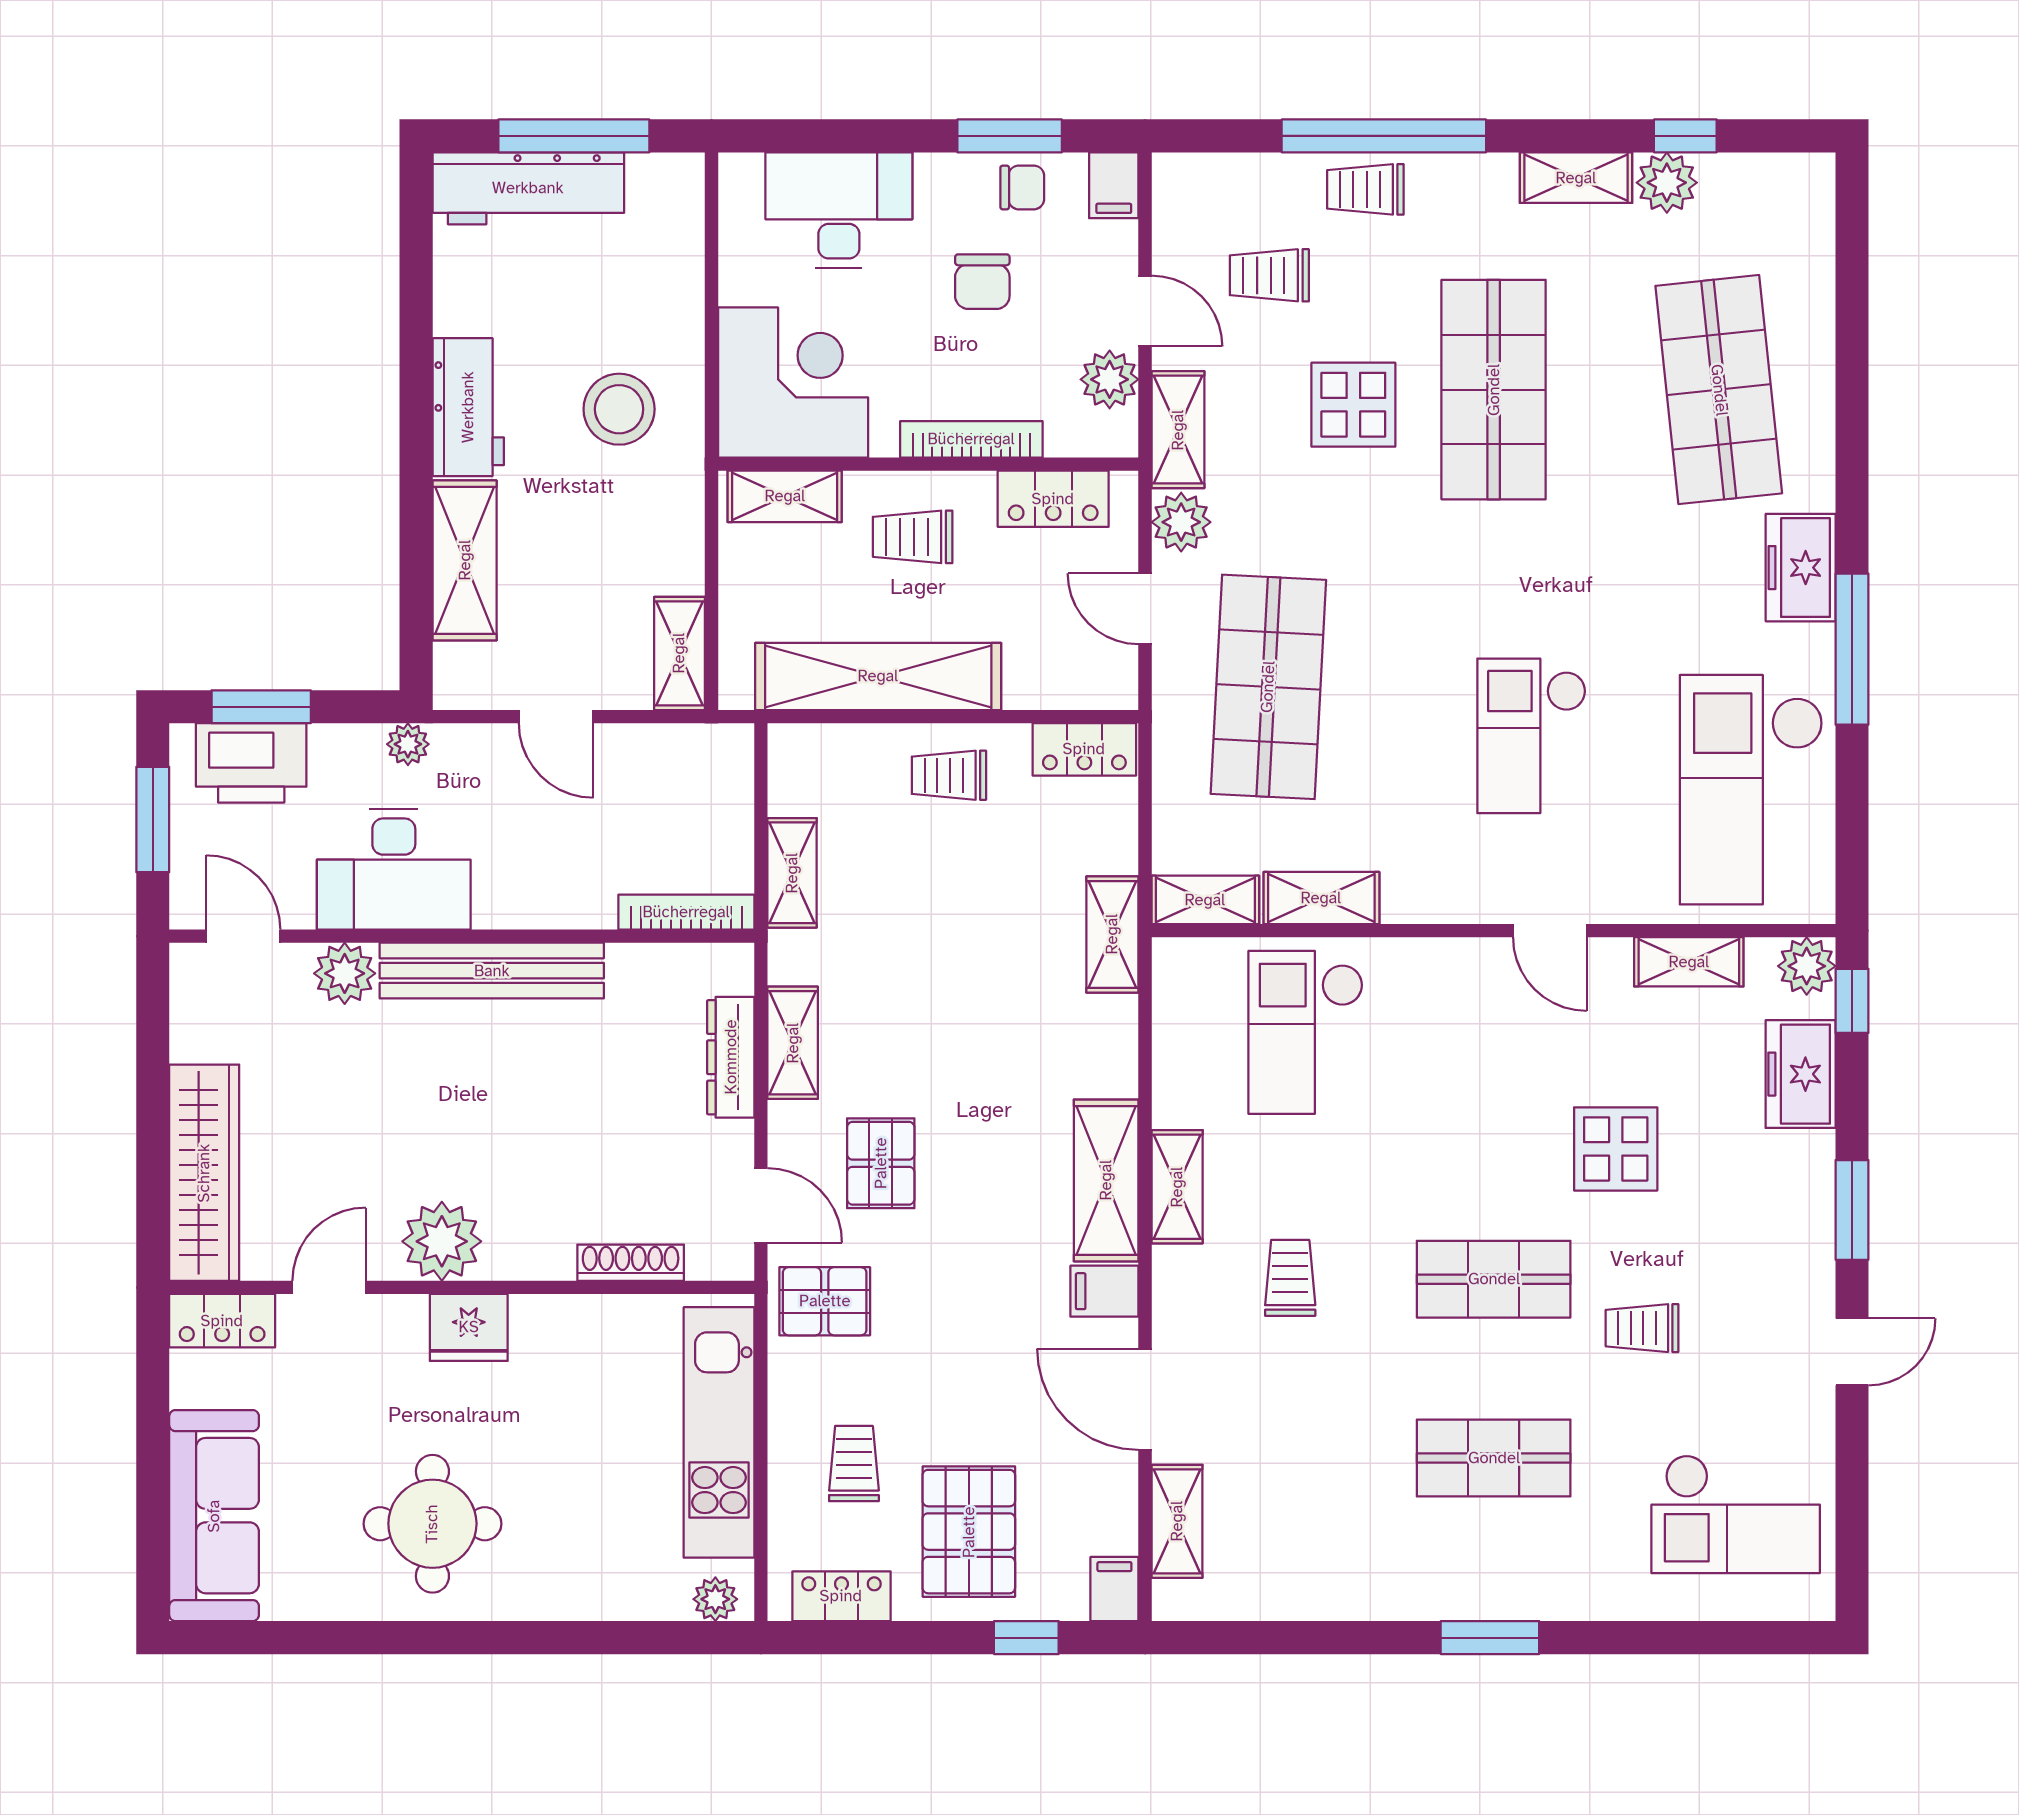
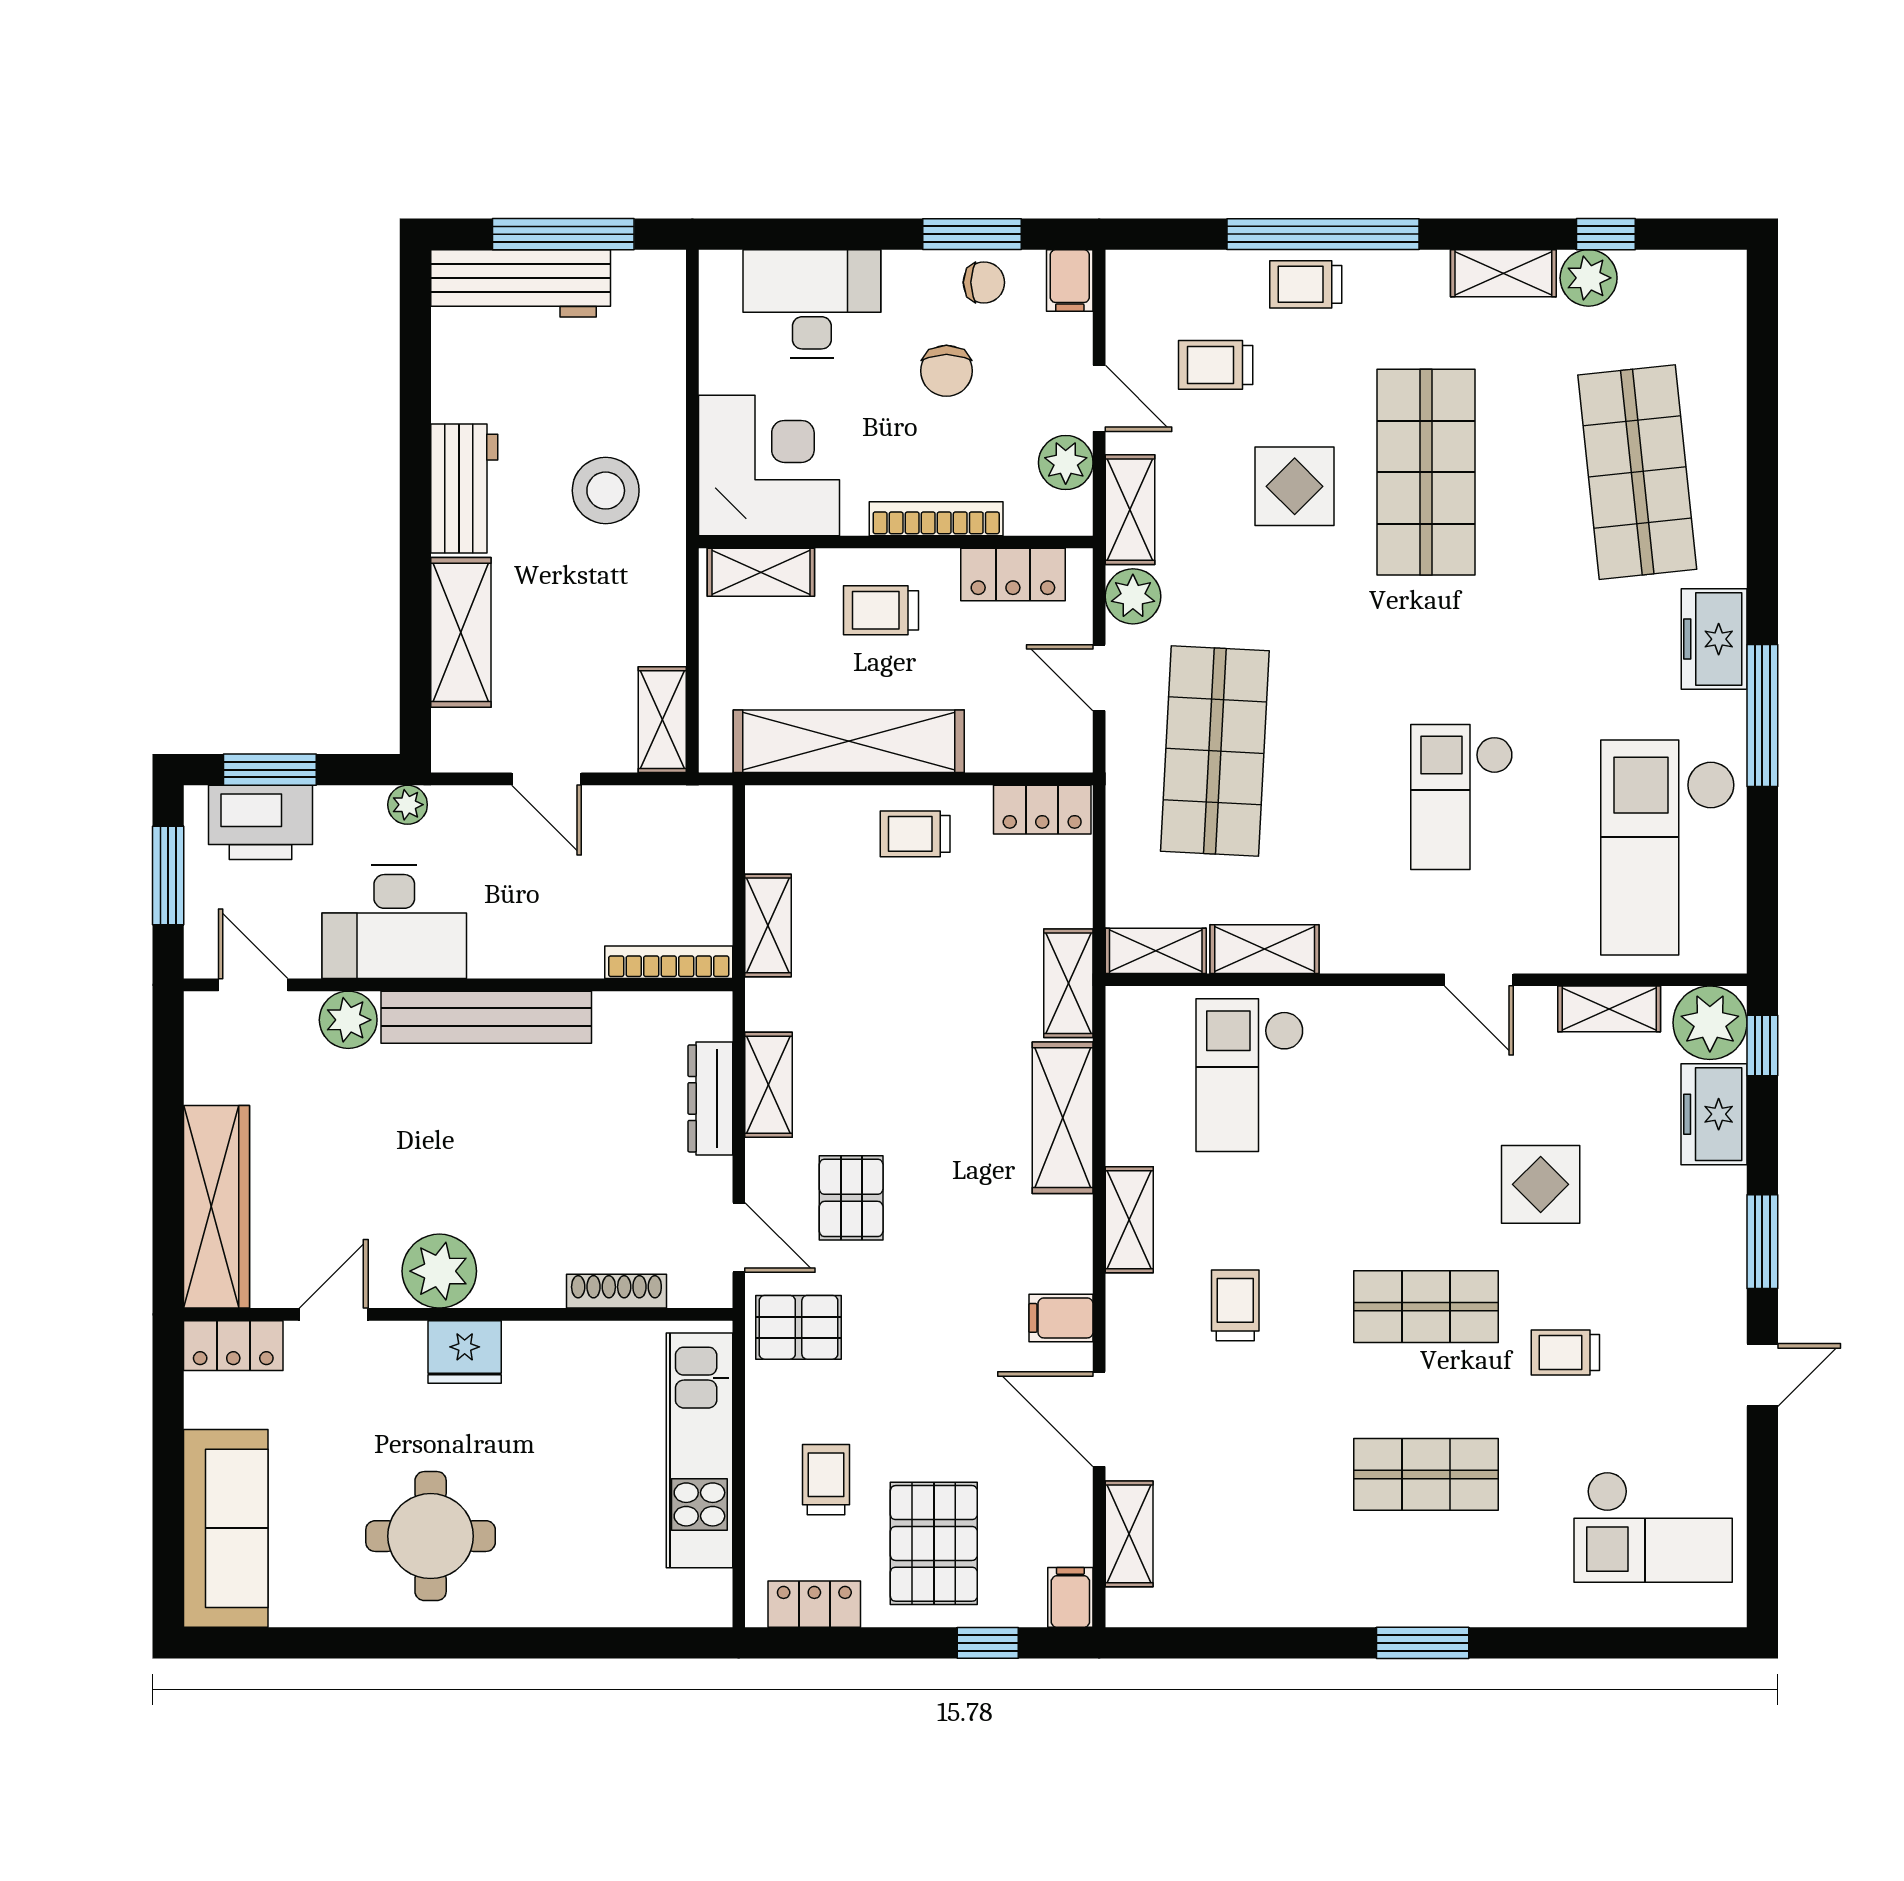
plant: (1807, 966) -> (1710, 1023), width x1.36, depth x1.36
shelving: (1106, 1180) -> (1063, 1118), moved
plant: (715, 1599) -> (696, 1607), removed

